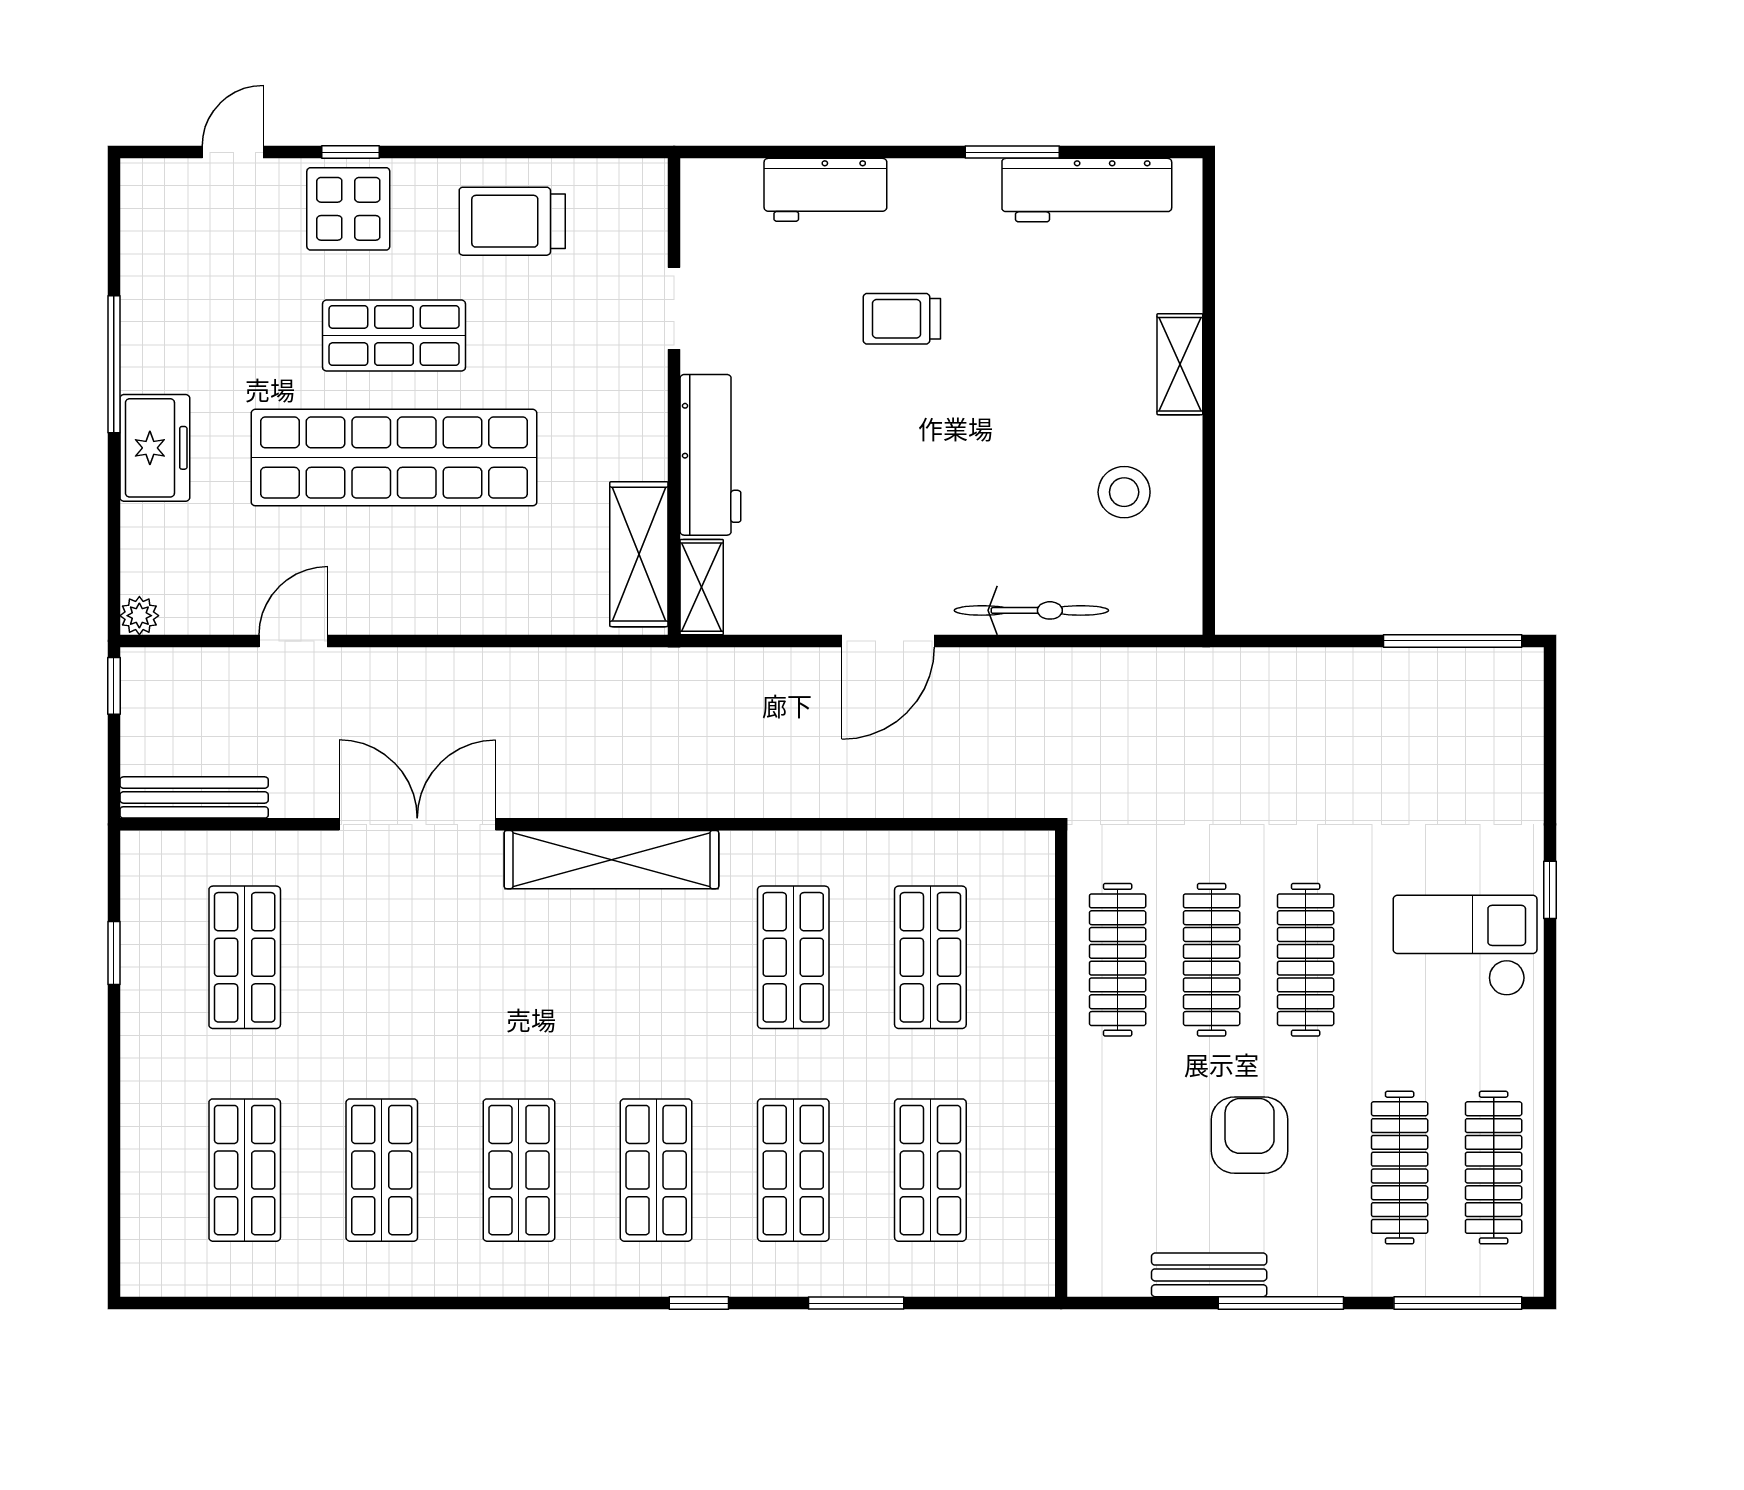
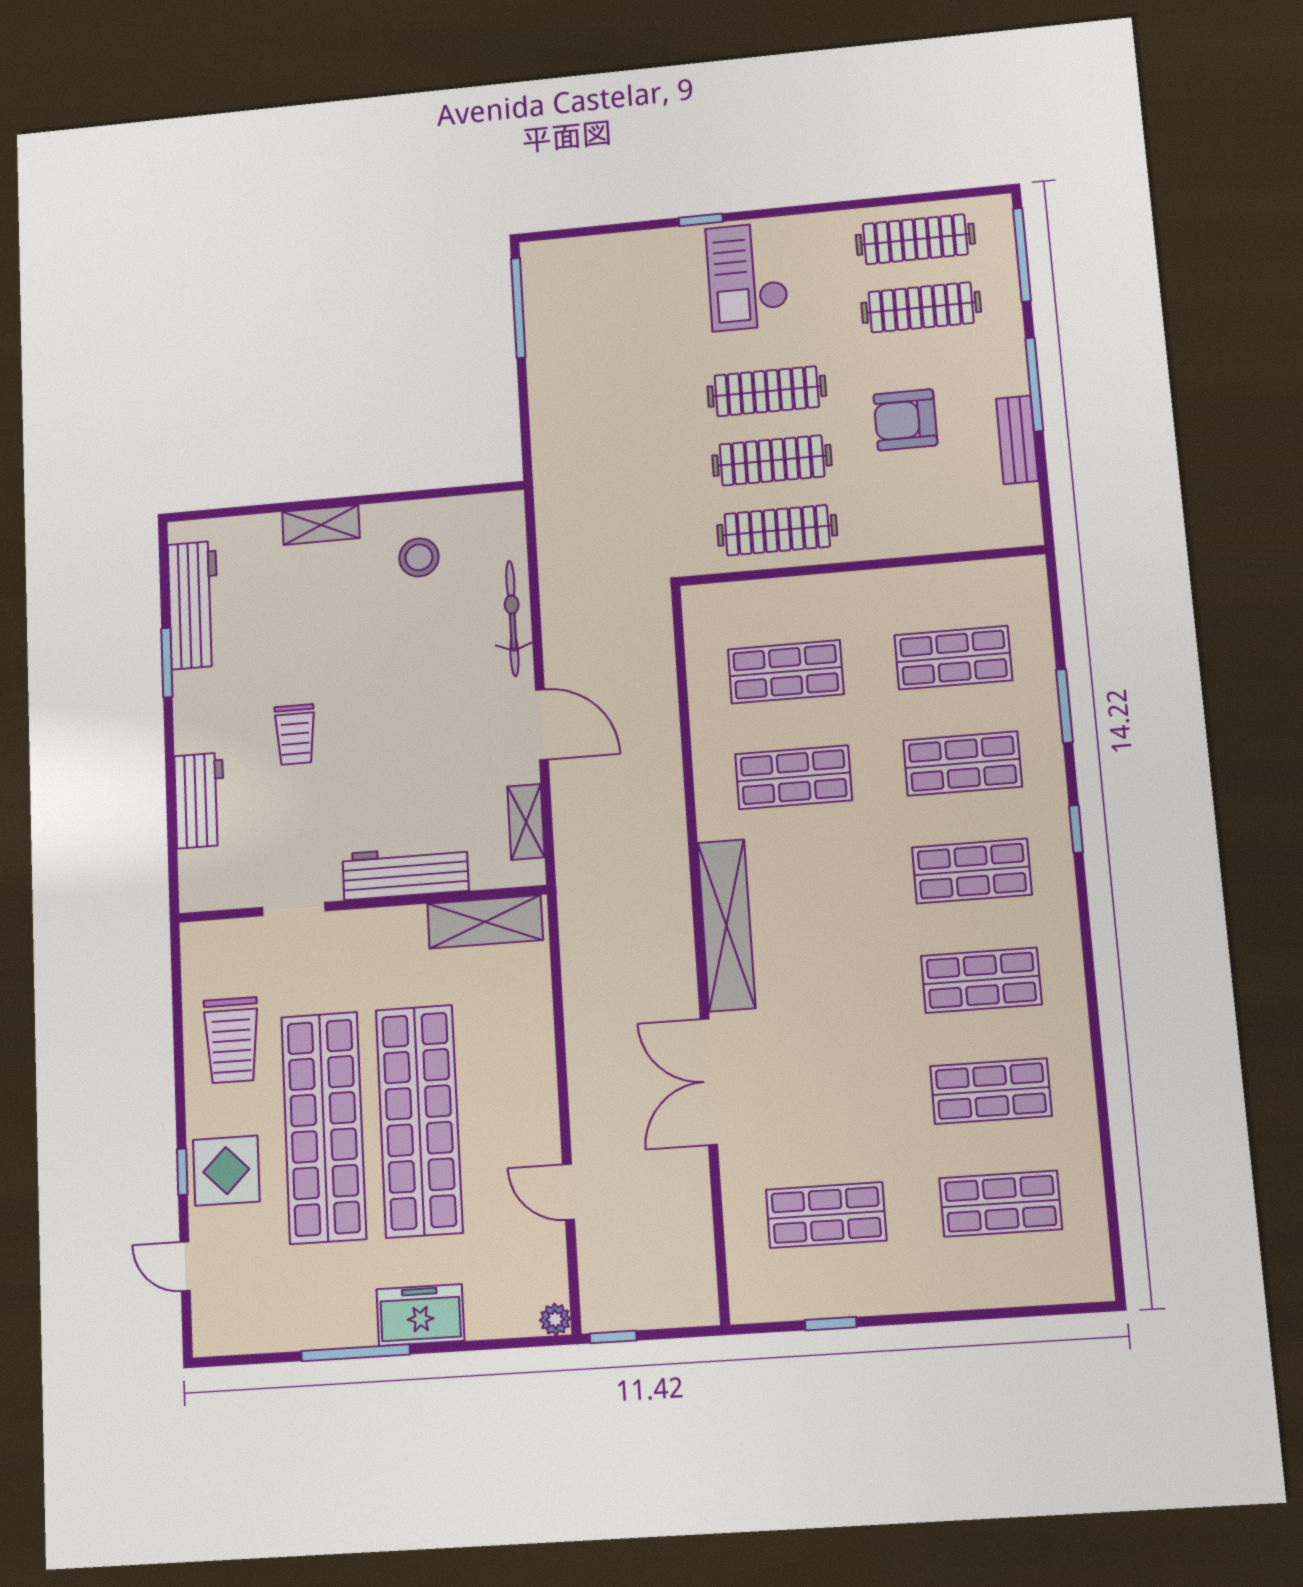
shop shelf: (394, 336) -> (324, 1127), width x2.00, depth x1.36
shelving: (702, 587) -> (526, 822), moved, turned 90
bench: (194, 797) -> (699, 1265), removed

